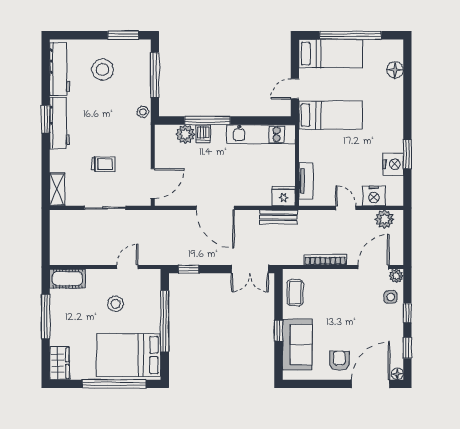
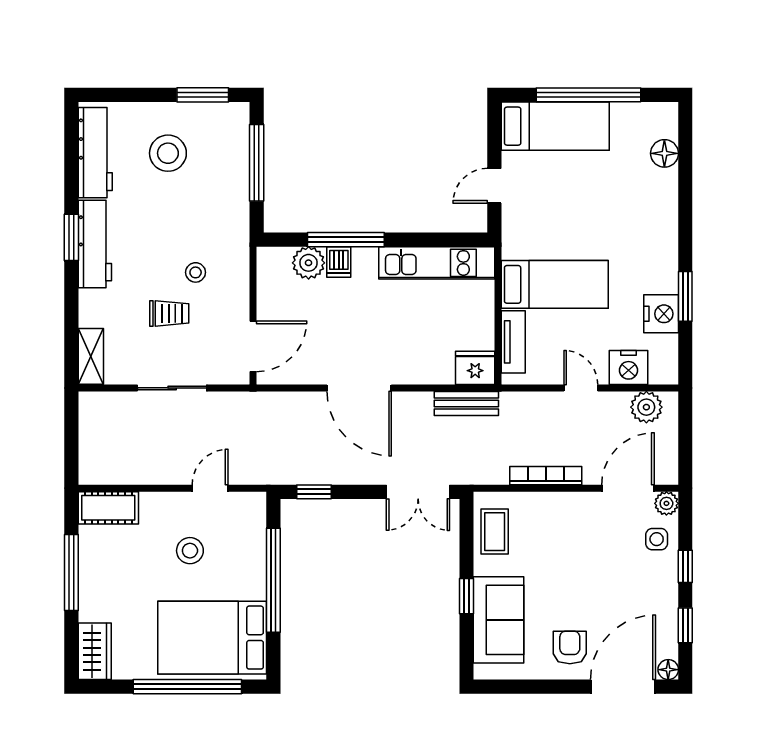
stool: (143, 112) -> (196, 272), moved
bed: (330, 115) -> (555, 284), moved

